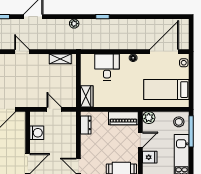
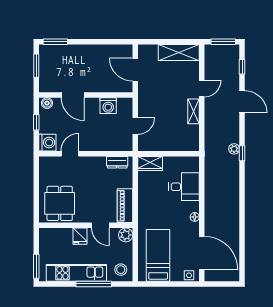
window: (103, 17) -> (242, 153), moved
shelving: (60, 59) -> (193, 111), moved
window: (191, 131) -> (94, 284), moved

